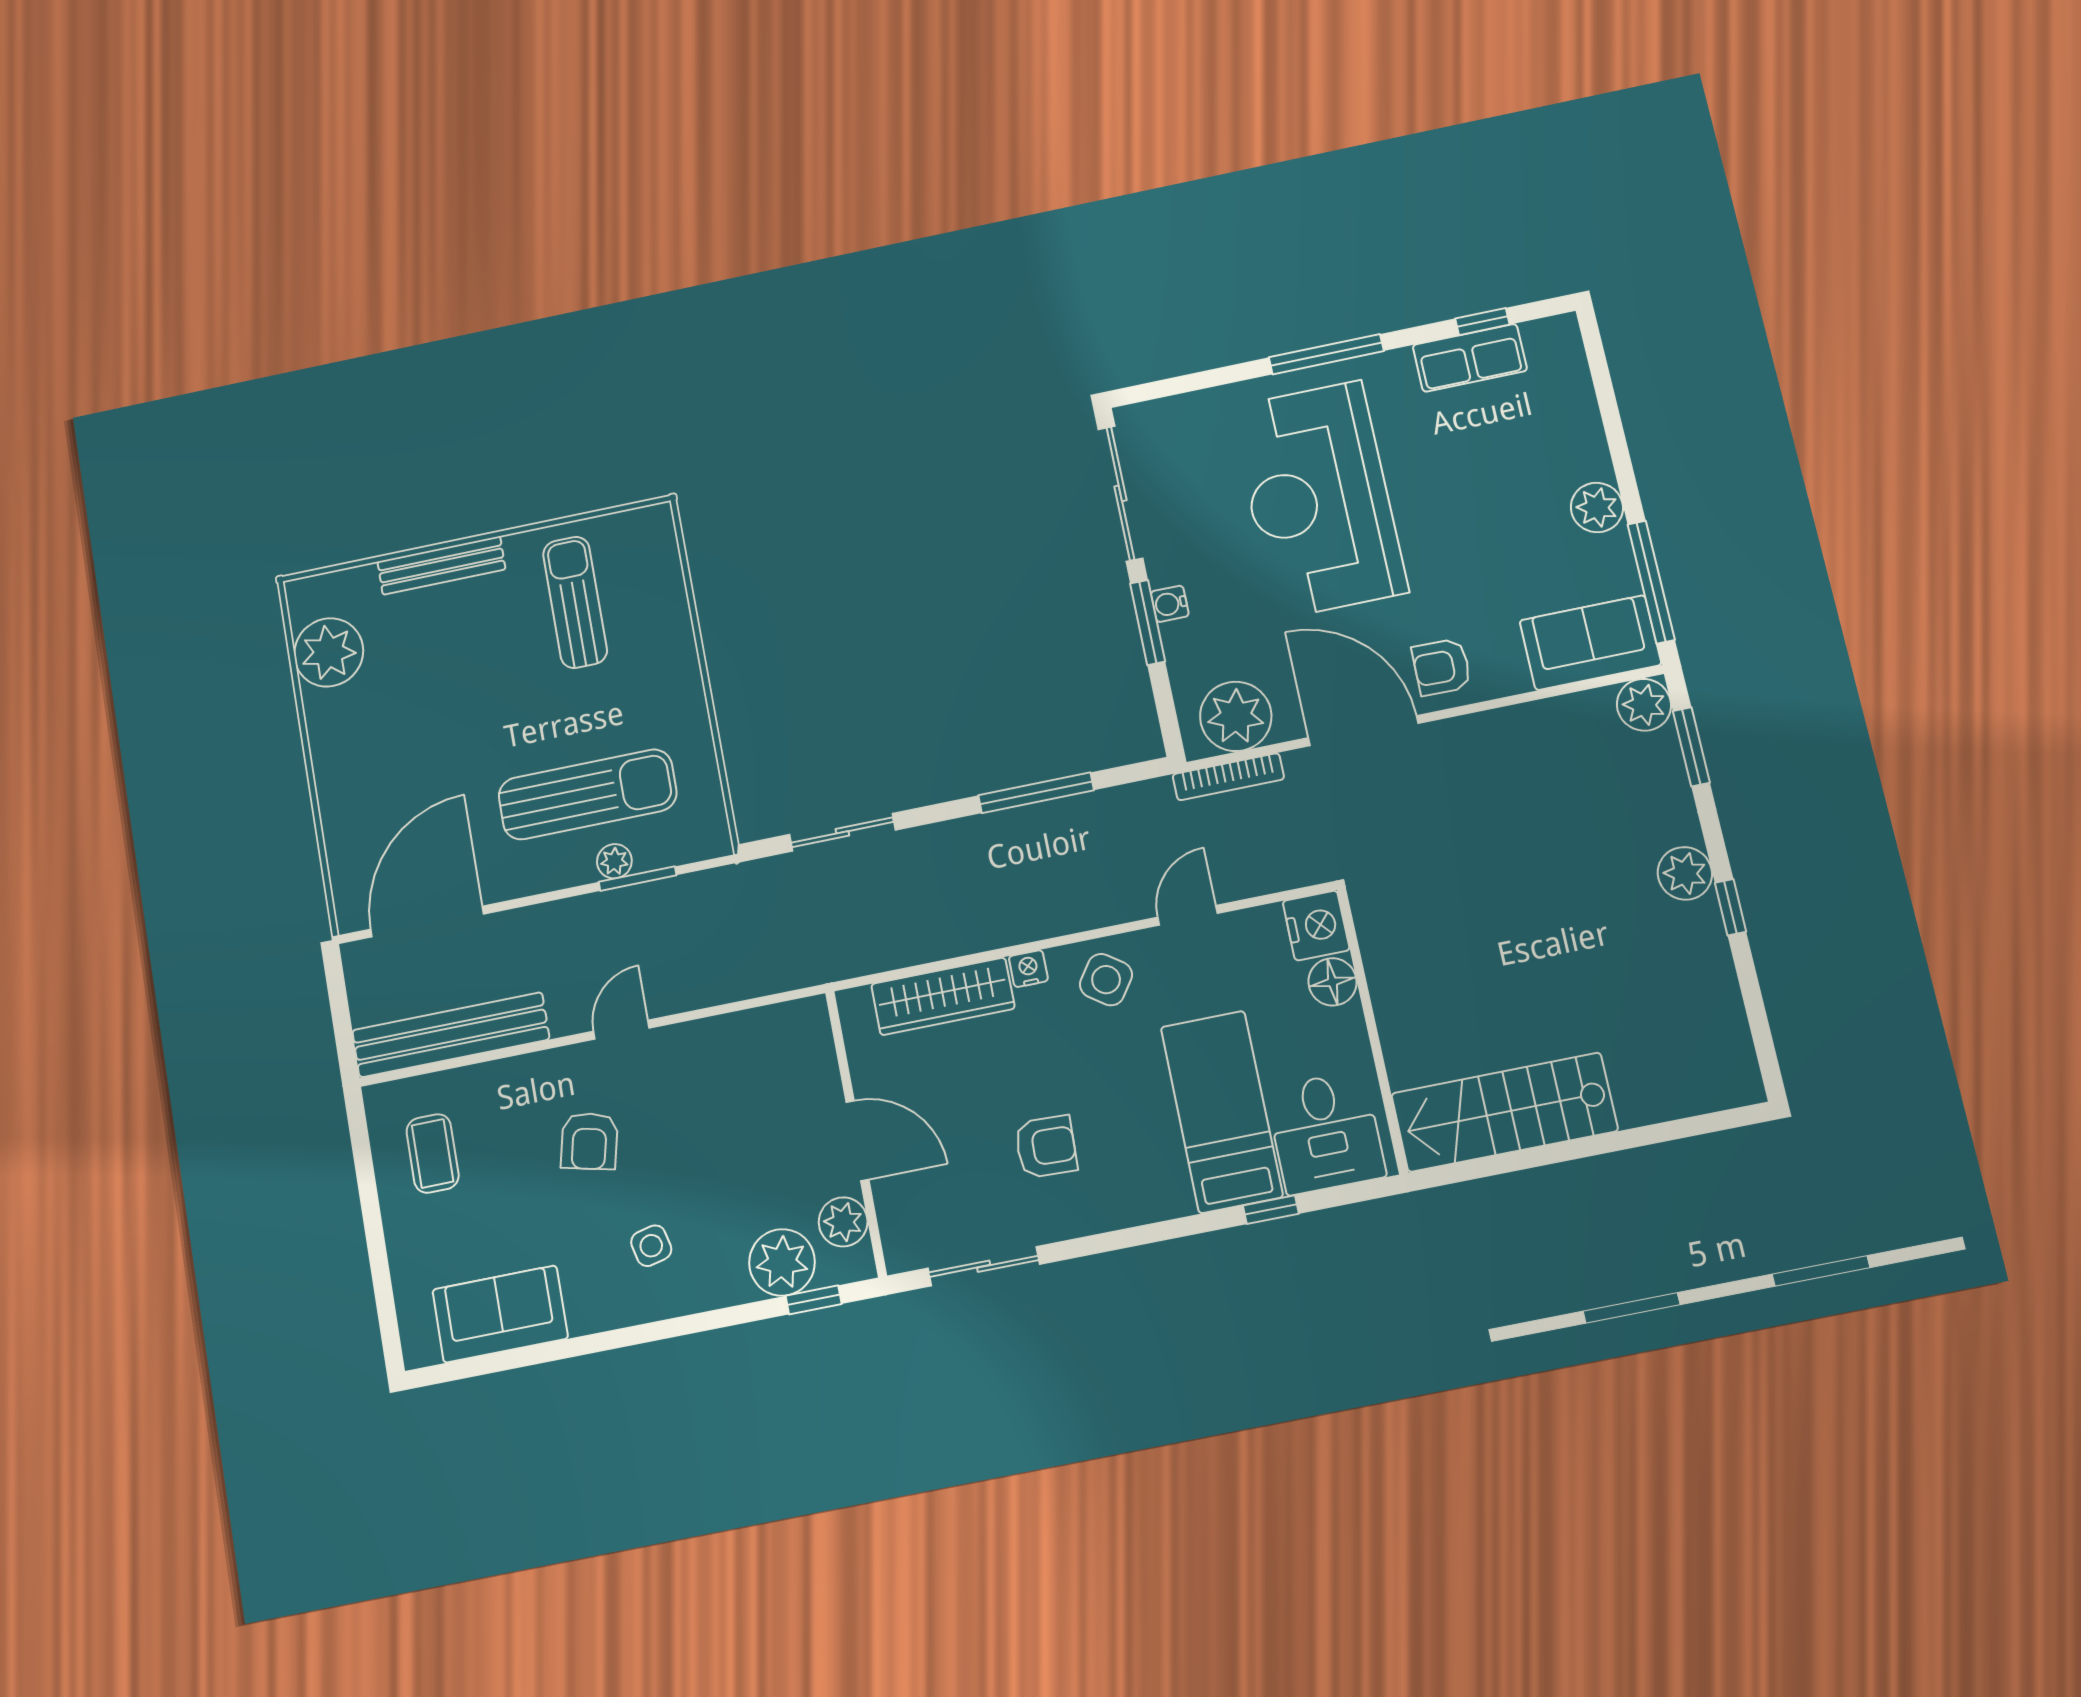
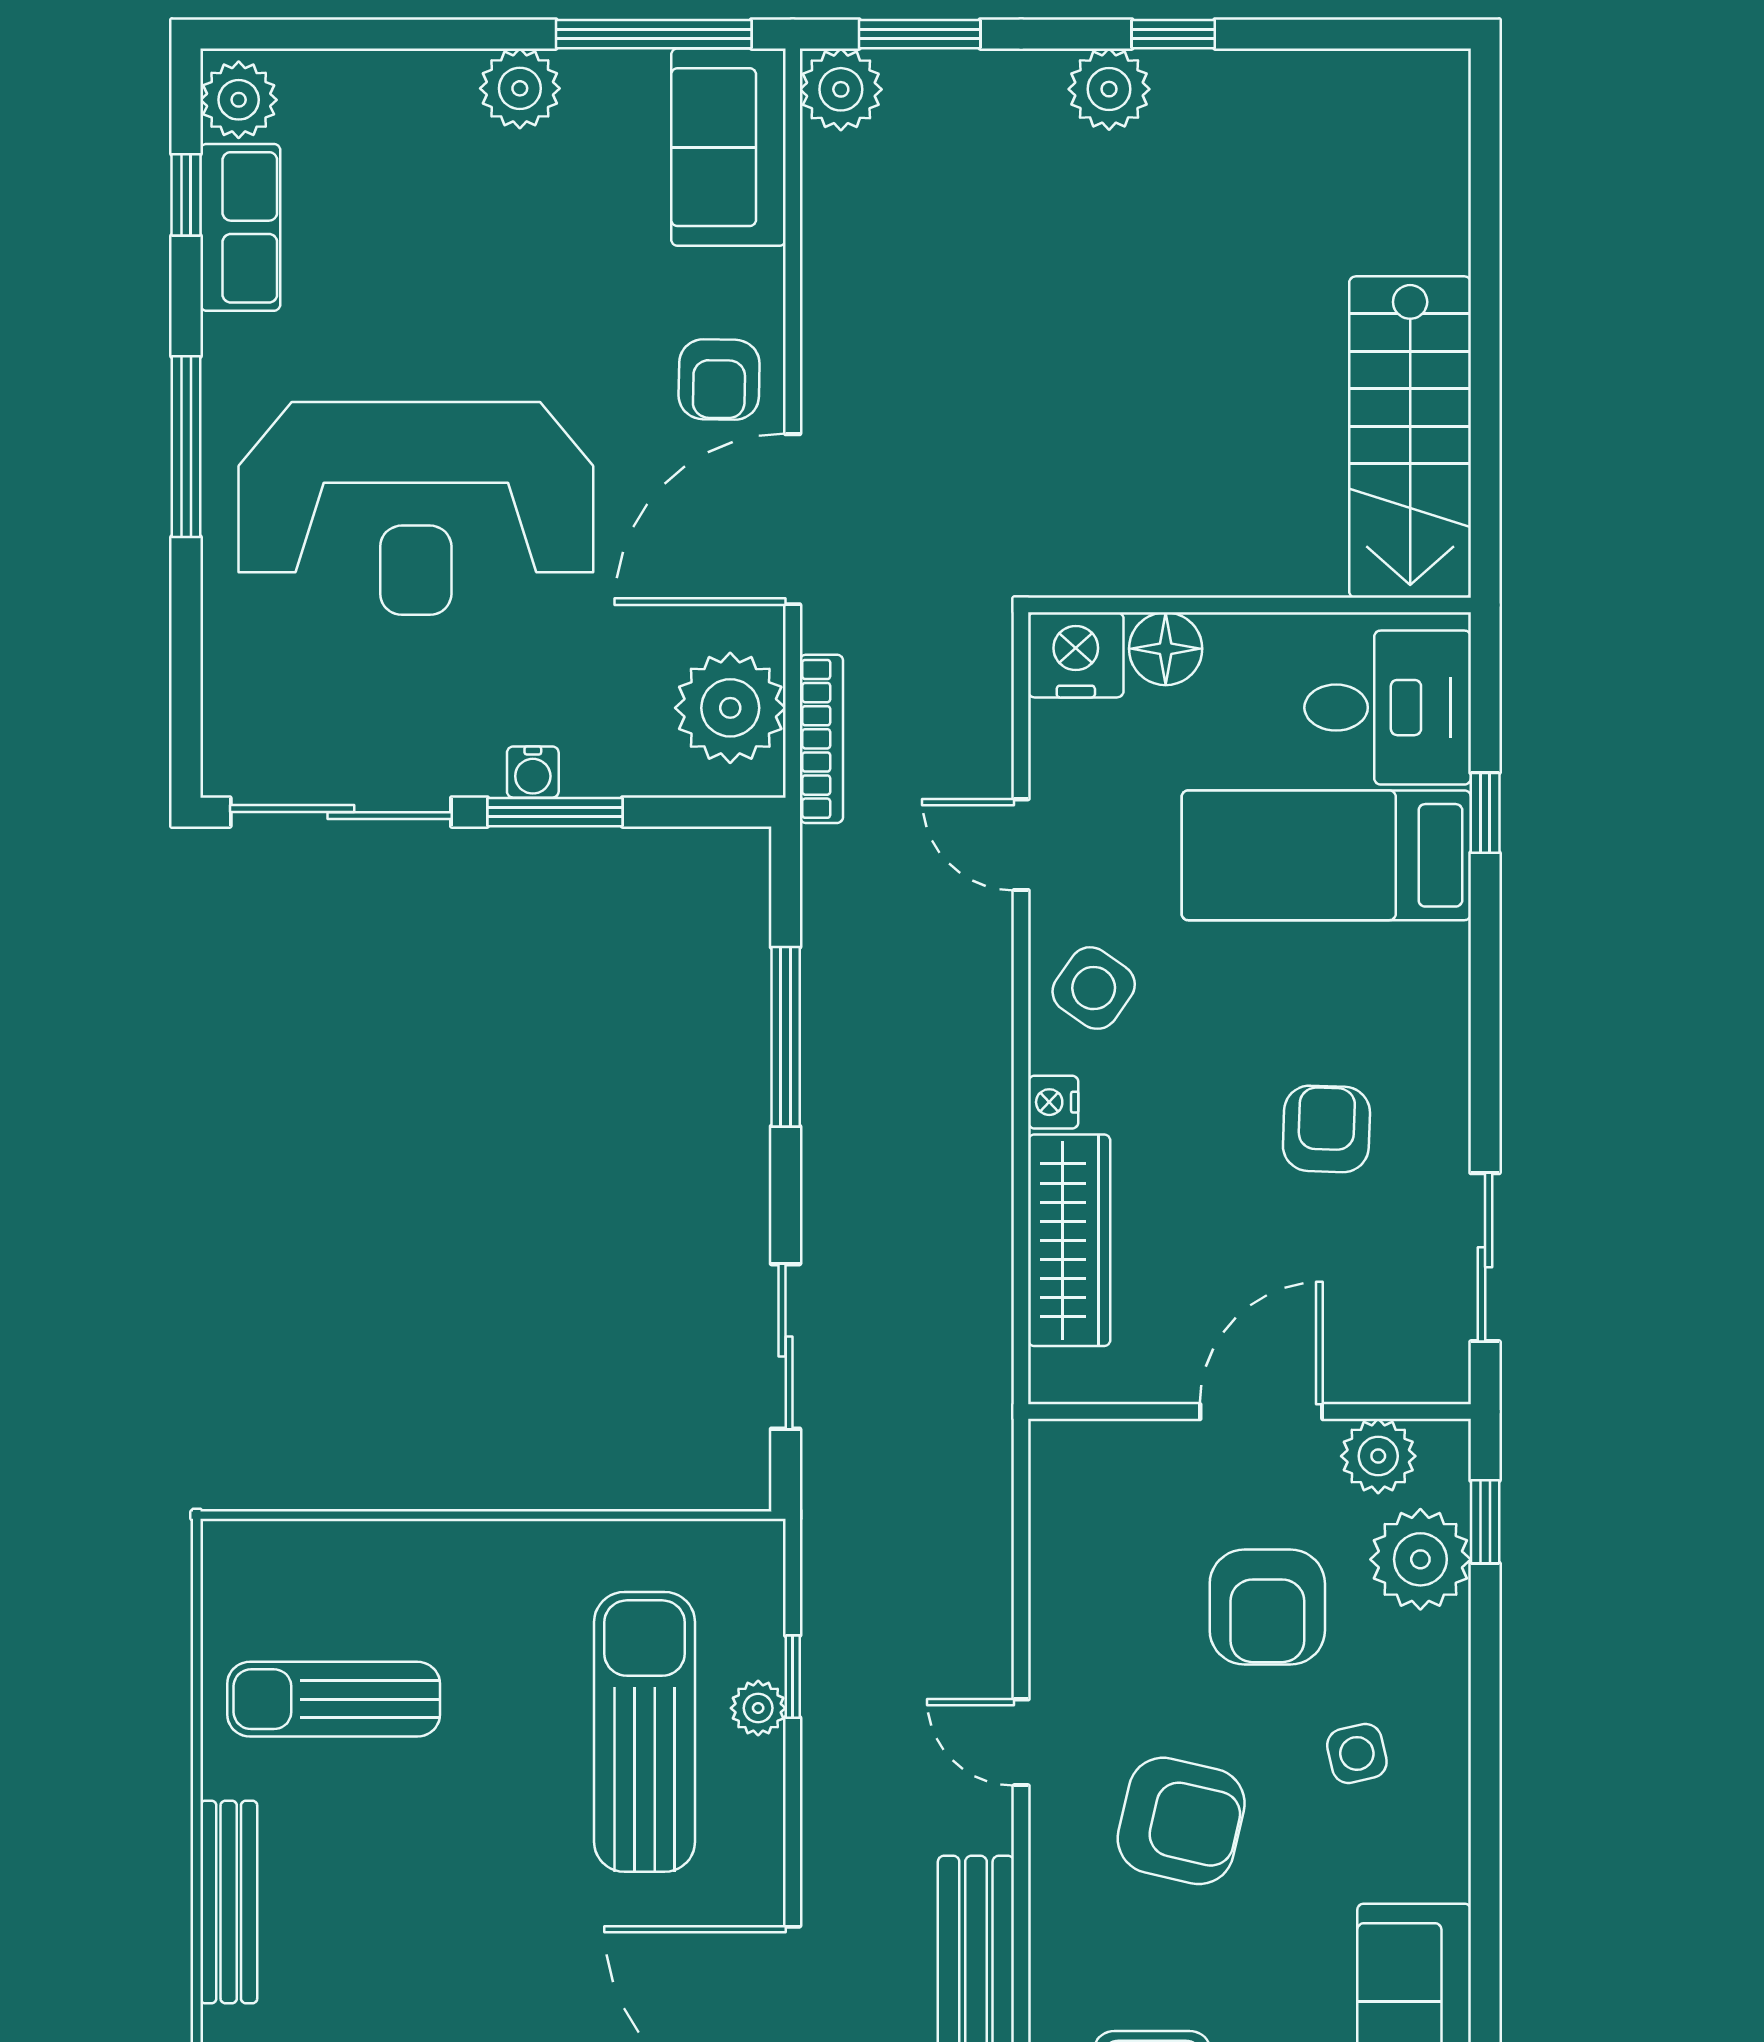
plant: (1549, 340) -> (239, 100), added
window: (638, 879) -> (793, 1677), width x0.67
armchair: (589, 1141) -> (1181, 1821), width x1.38, depth x1.38
armchair: (734, 1169) -> (1267, 1607), added

